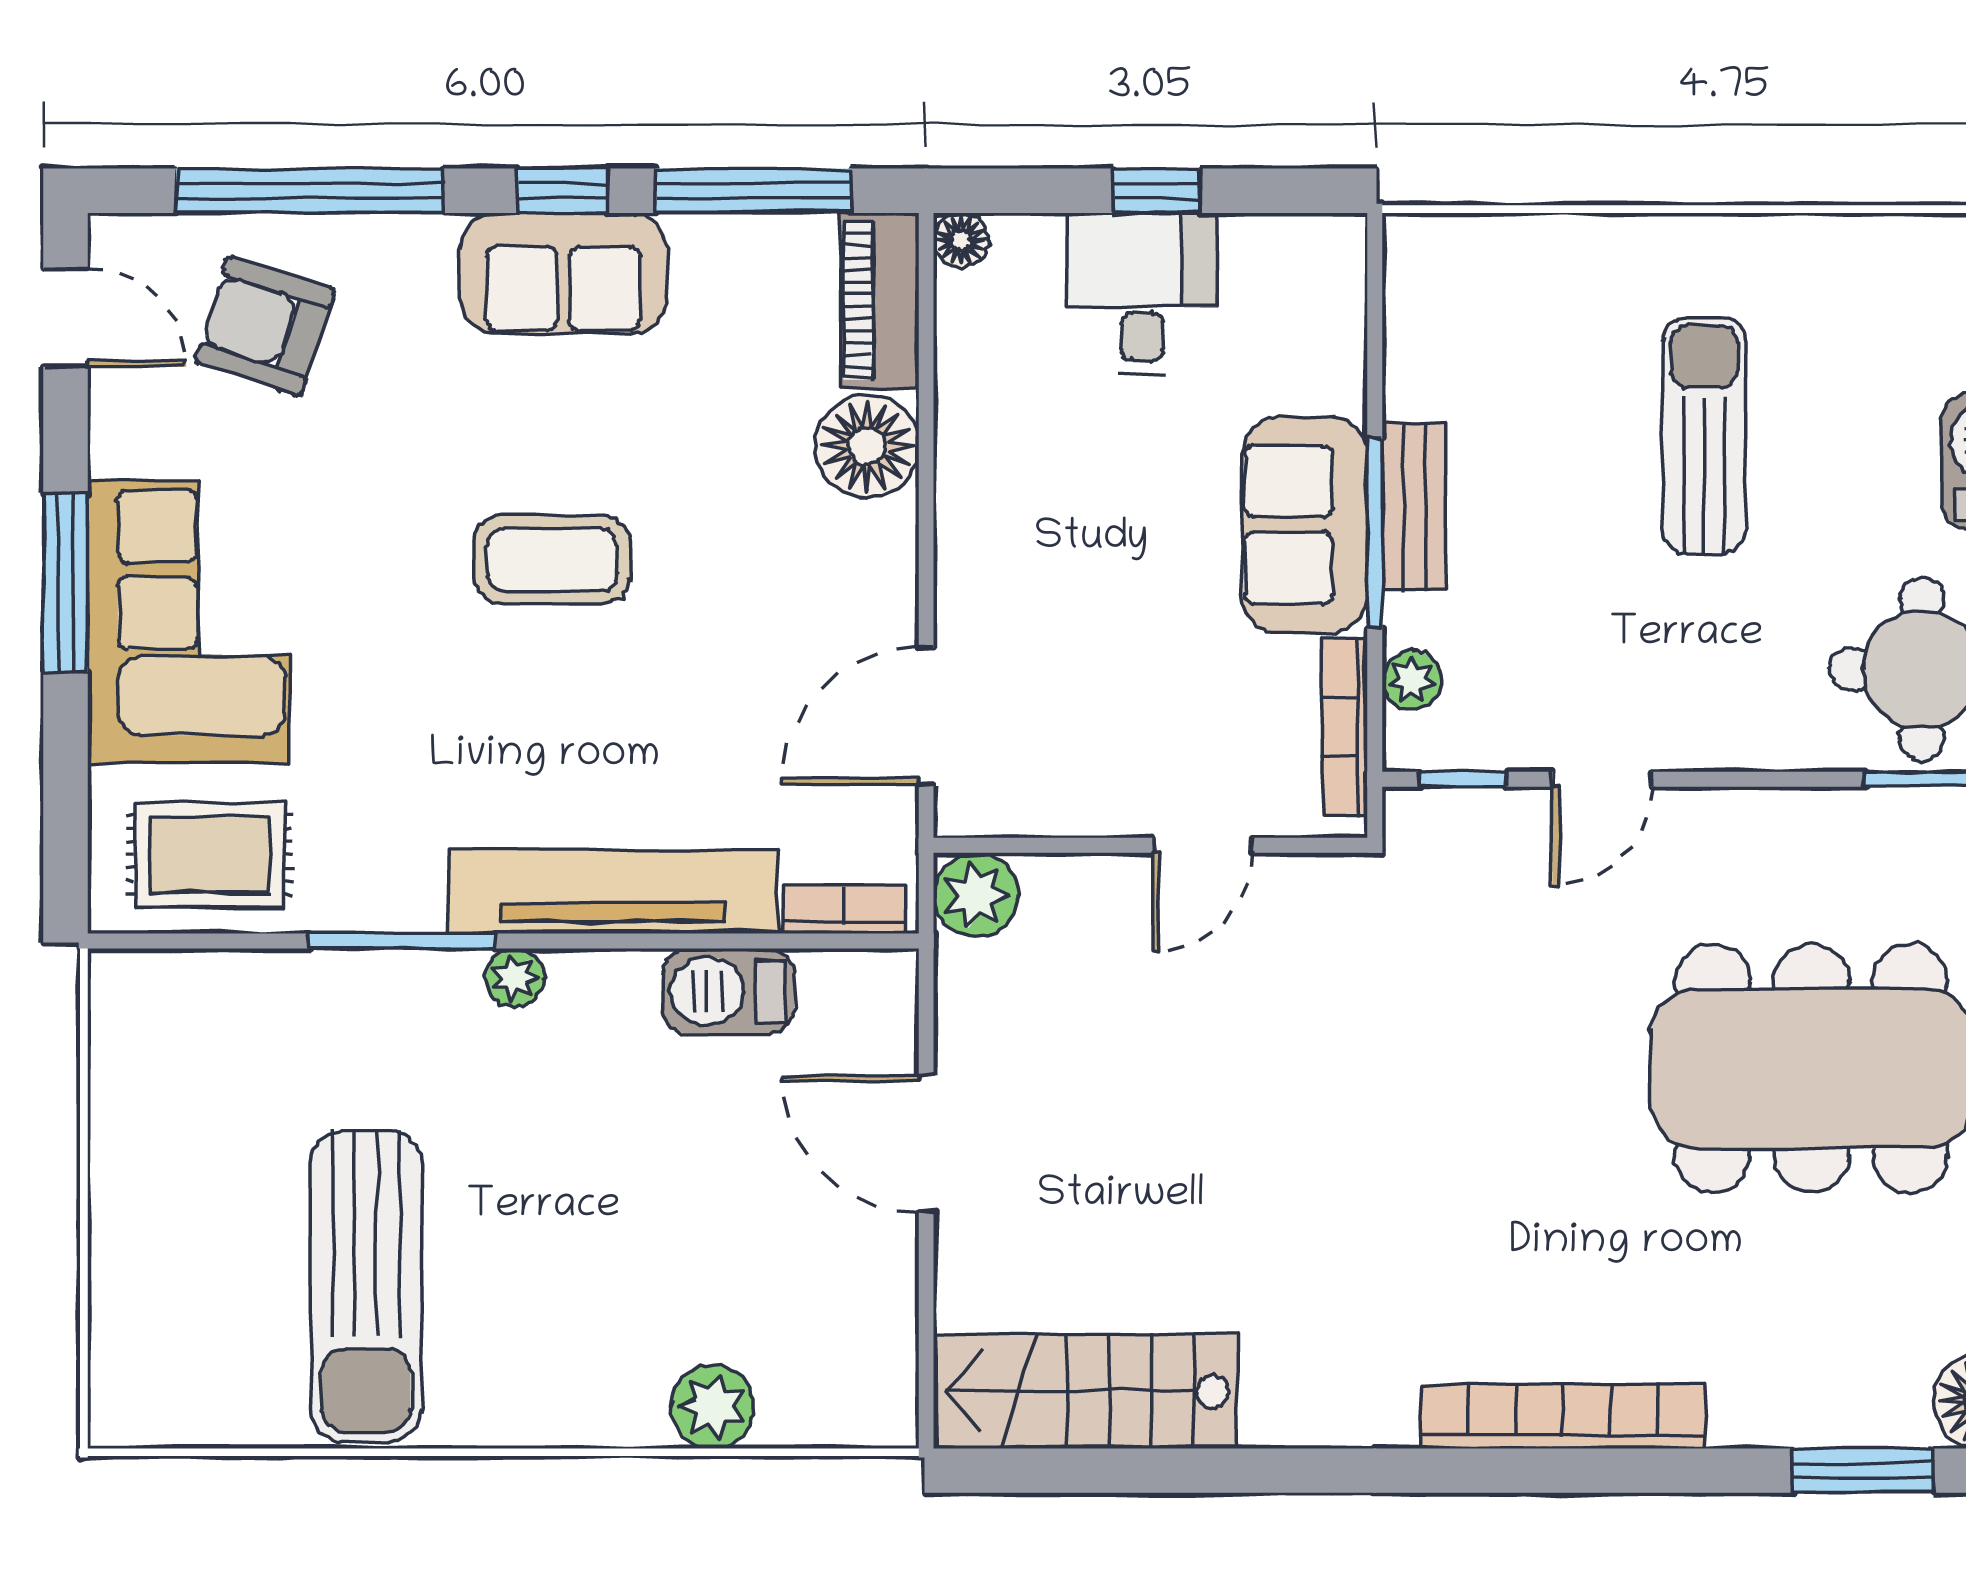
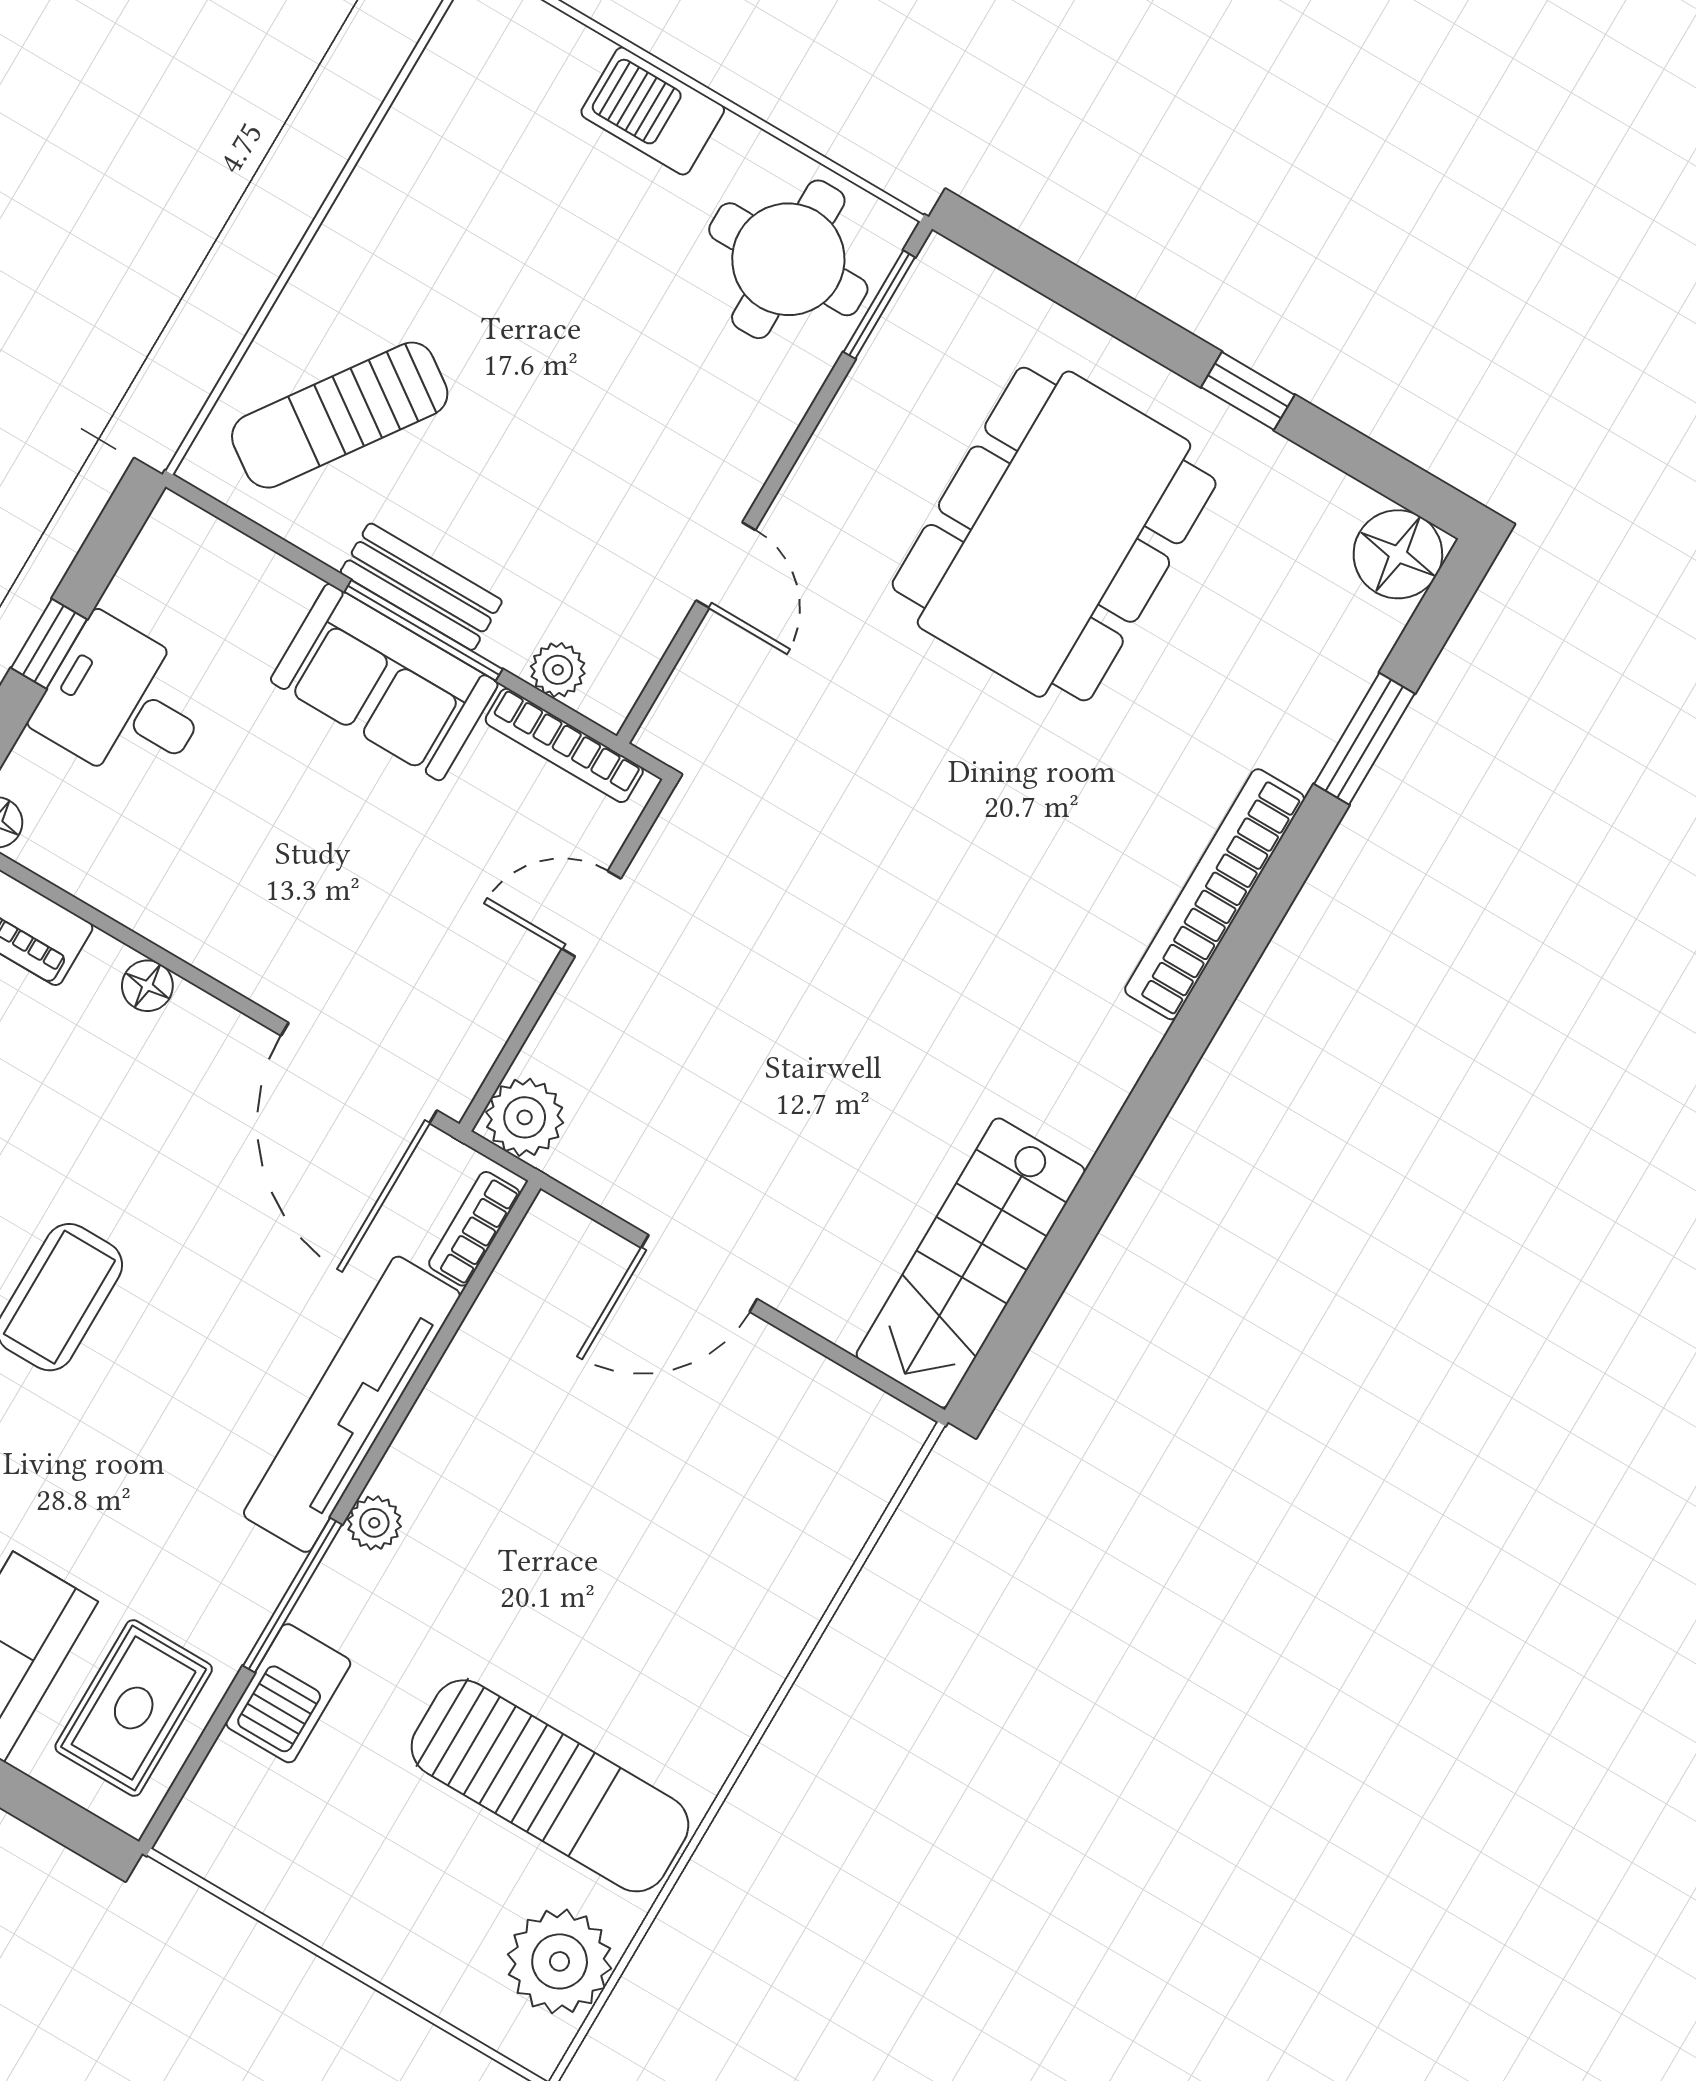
sun lounger: (1704, 435) -> (340, 415), moved, turned -55
floor lamp: (867, 446) -> (147, 986), width x0.53, depth x0.53
door: (926, 716) -> (359, 1073), width x1.36
window: (1463, 779) -> (661, 675), removed
door: (1203, 845) -> (591, 914), swing flipped
barbecue: (728, 991) -> (288, 1693), moved
plant: (713, 1407) -> (560, 1961), moved, width x1.36, depth x1.36
window: (1863, 1471) -> (1364, 739), moved

